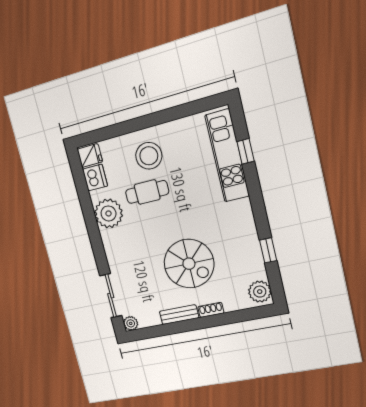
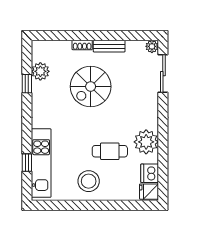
stool: (149, 156) -> (89, 181), moved
spiral stairs: (189, 264) -> (91, 87), turned -90
plant: (260, 292) -> (40, 71), moved

